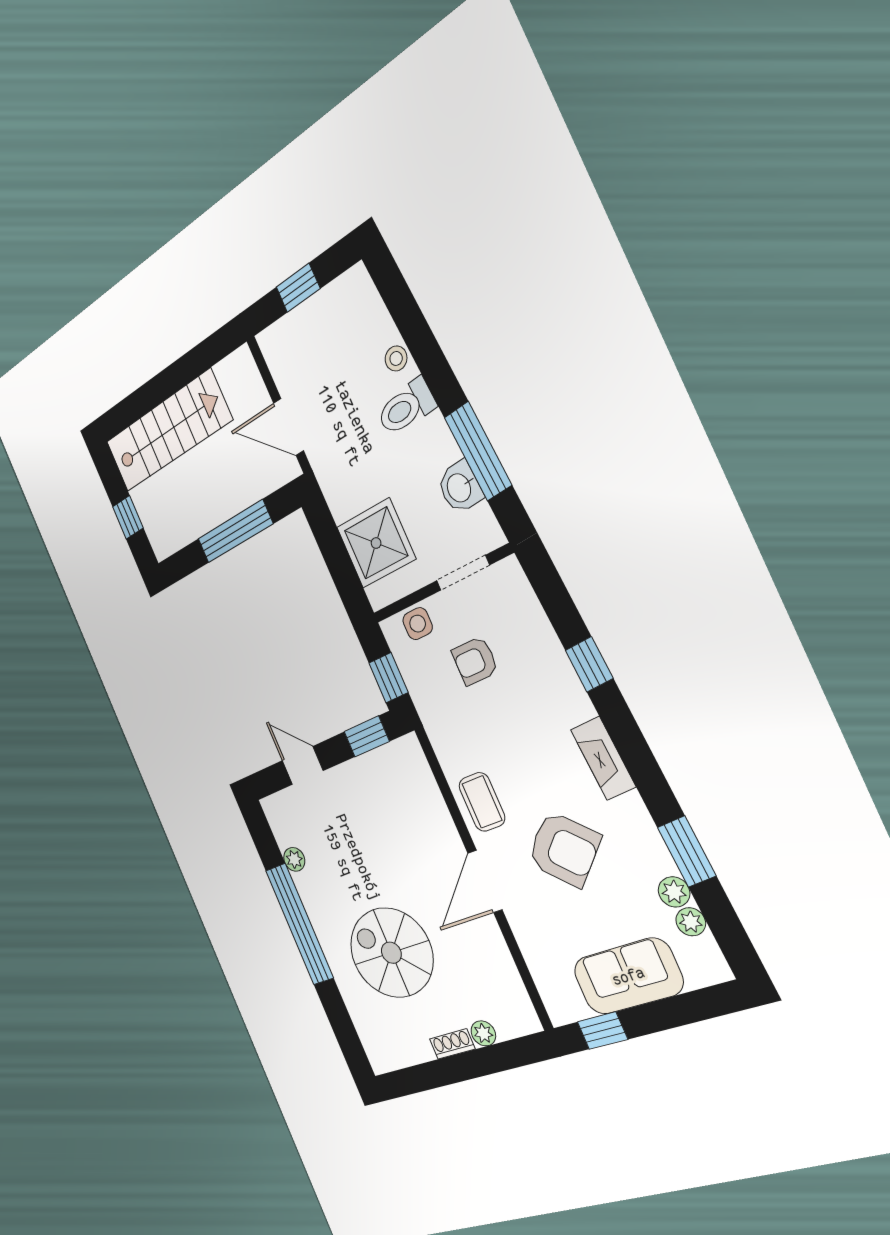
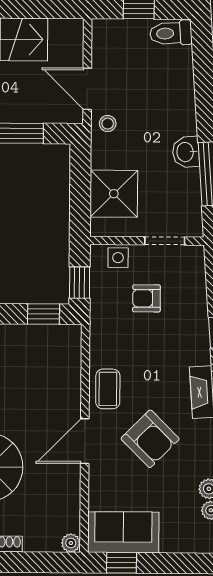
stool: (396, 359) -> (108, 124), moved
toilet: (406, 407) -> (171, 33), moved
washbasin: (460, 487) -> (186, 152), moved
sofa: (628, 976) -> (123, 532), moved
plant: (483, 1033) -> (71, 543), moved

